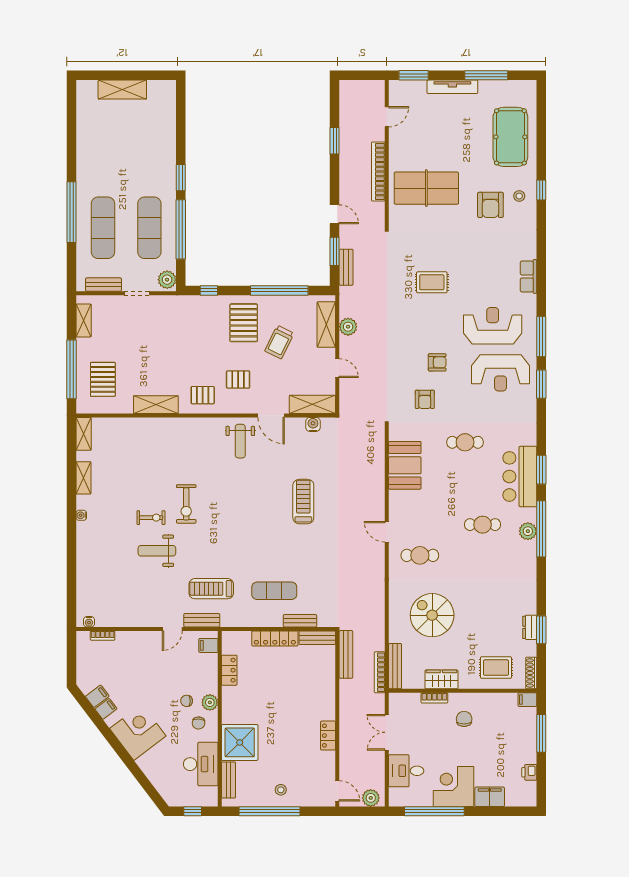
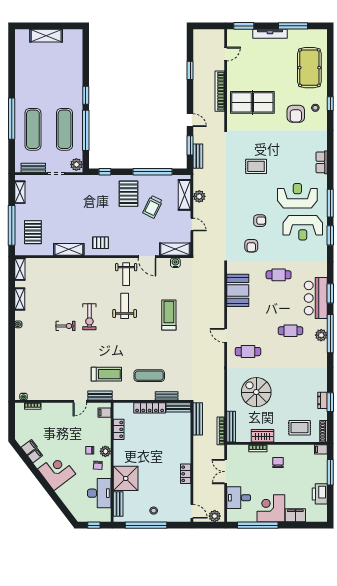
pallet: (238, 379) -> (125, 232), removed
weight bench: (157, 551) -> (125, 306), moved, turned 90
treadmill: (211, 589) -> (106, 374), turned 180
printer: (529, 772) -> (320, 494), width x1.87, depth x1.48

